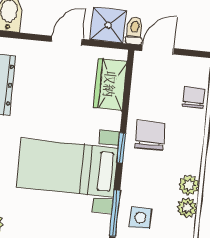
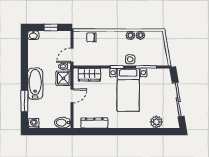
door: (67, 40) -> (72, 96), swing flipped
door: (158, 50) -> (72, 55), hinge flipped
chair: (150, 135) -> (110, 55), removed
side table: (140, 218) -> (130, 59), moved

